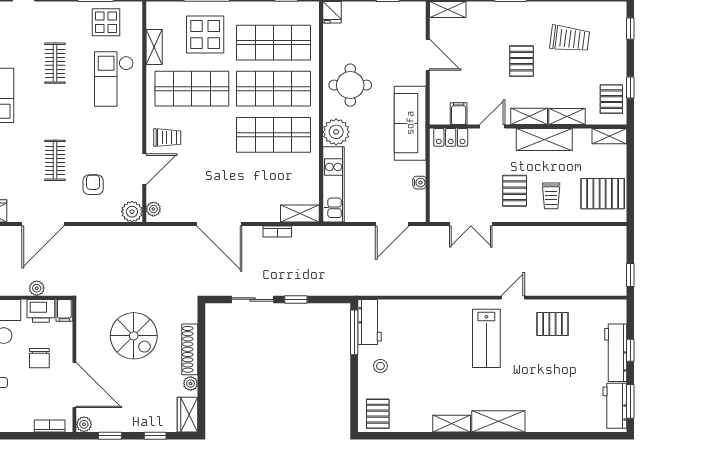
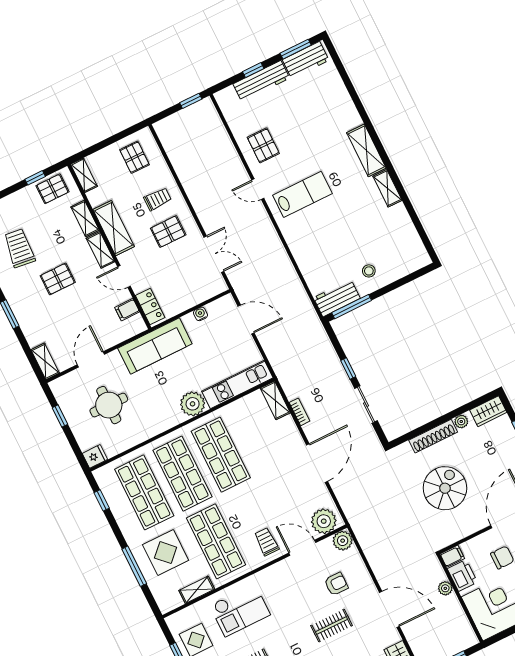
round table: (350, 85) -> (109, 405), moved
armchair: (93, 185) -> (336, 584), turned 180
pallet: (603, 194) -> (134, 157), width x0.67, depth x0.71
plant: (153, 209) -> (324, 521), width x1.87, depth x1.87
pallet: (378, 414) -> (409, 254), removed

